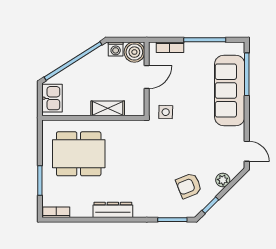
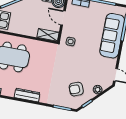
door: (147, 77) -> (63, 18), swing flipped
shelving: (108, 108) -> (48, 35), moved

